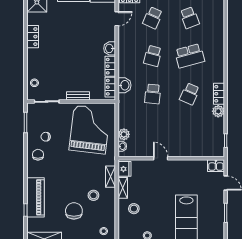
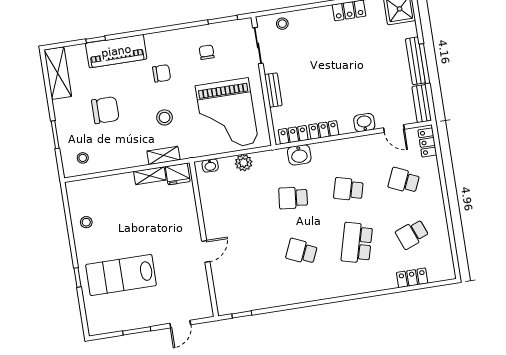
washbasin: (110, 48) -> (364, 123), moved
school desk: (190, 56) -> (357, 243), turned 30
locker: (219, 94) -> (412, 278), moved
plant: (218, 111) -> (283, 297), removed
grand piano: (90, 130) -> (227, 115), turned 83
plant: (124, 134) -> (244, 163), moved
chair: (38, 155) -> (162, 73), moved
door: (161, 158) -> (206, 251), moved
kitchen sink: (216, 166) -> (203, 306), removed
stool: (93, 195) -> (165, 117), moved
stool: (134, 209) -> (122, 197), removed

